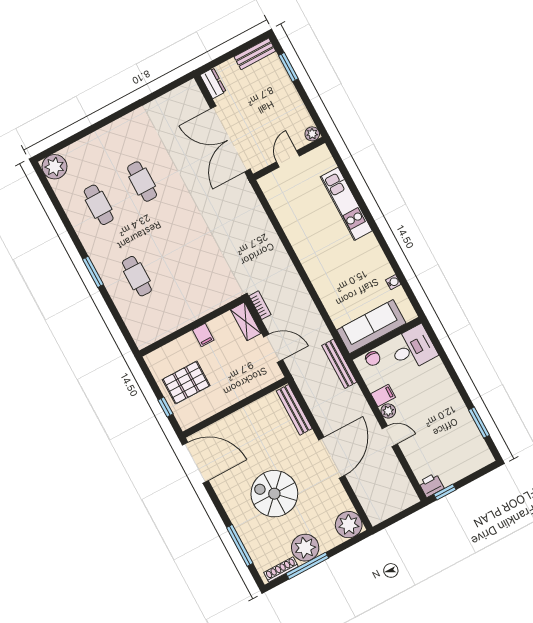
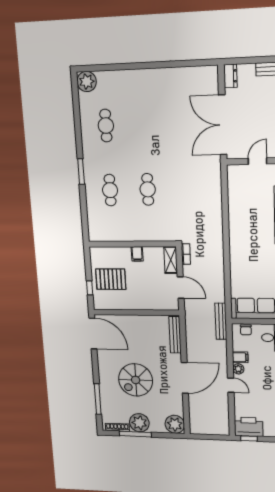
cafe table: (142, 182) -> (148, 189), moved
printer: (431, 485) -> (249, 427), width x1.87, depth x1.48
spiral stairs: (274, 494) -> (136, 380), turned -90

